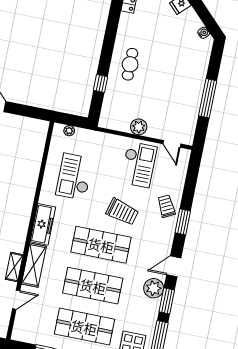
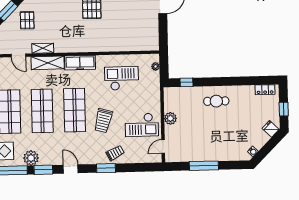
window: (101, 84) -> (187, 82), moved
plant: (154, 288) -> (31, 158), moved

